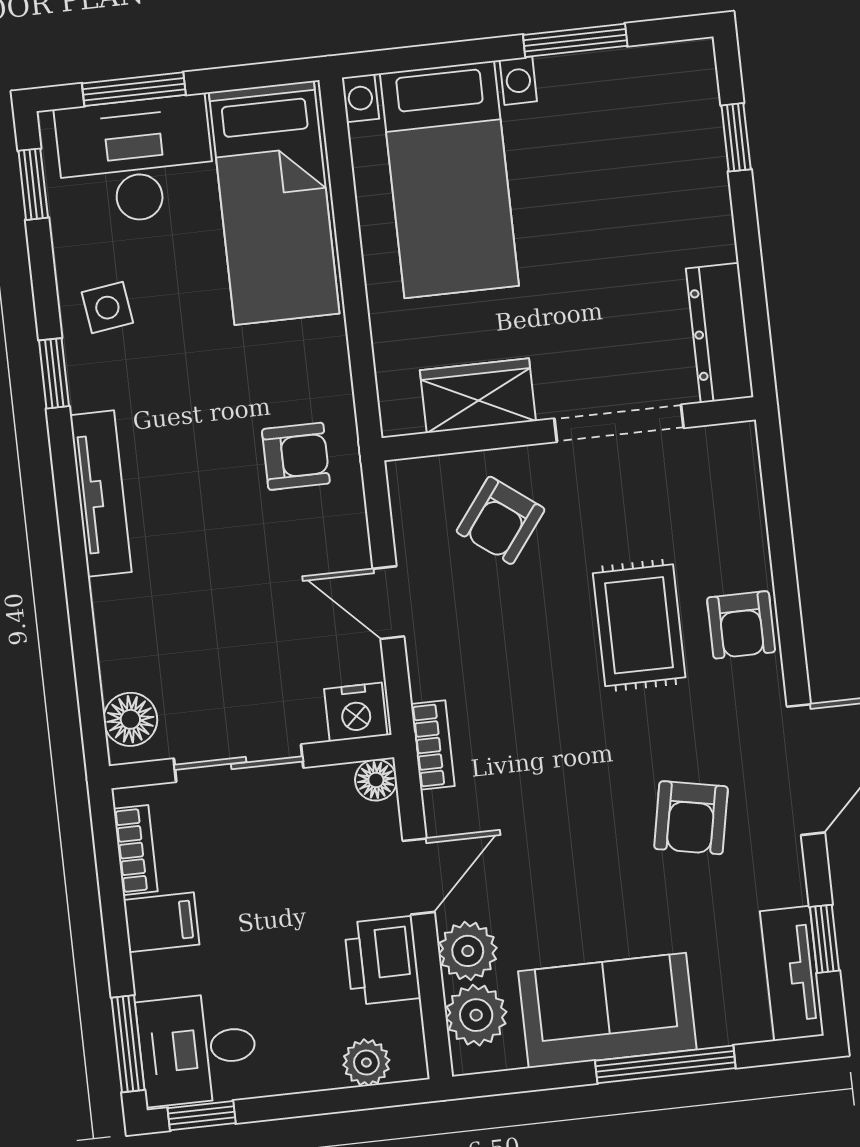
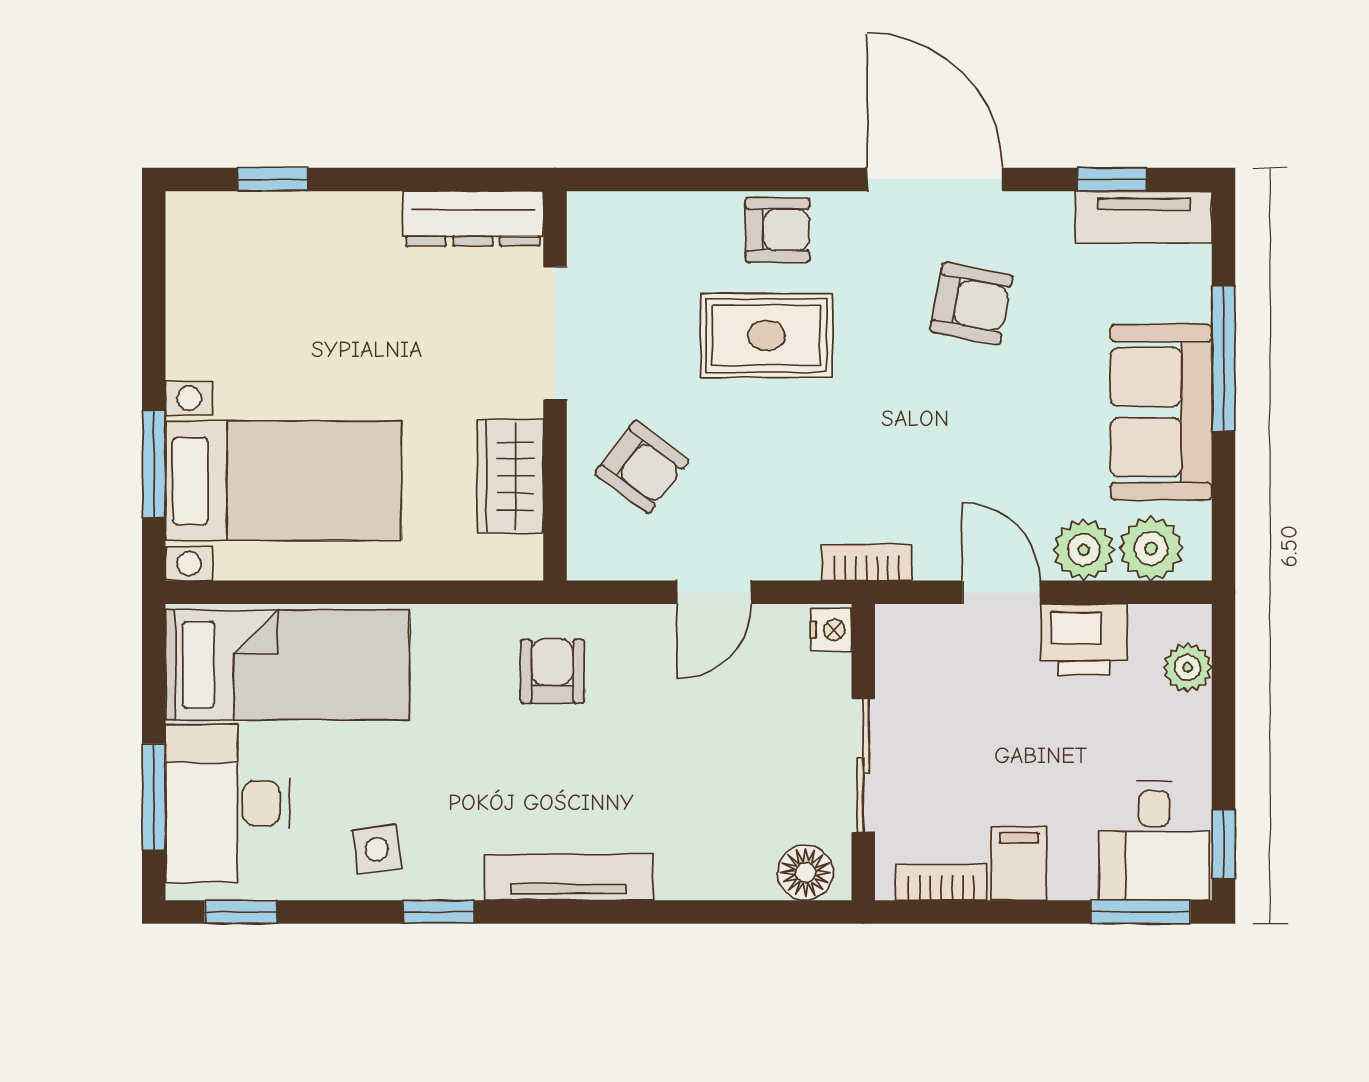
window: (575, 40) -> (154, 464), moved
nightstand: (356, 712) -> (831, 630), width x0.72, depth x0.74
floor lamp: (376, 780) -> (896, 625), removed

